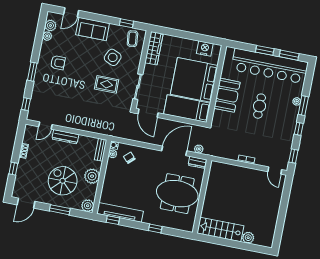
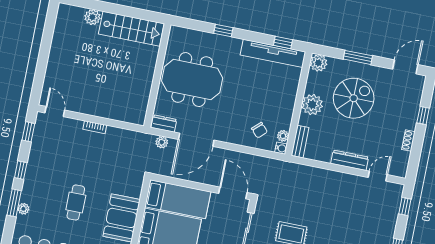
spiral stairs: (63, 181) -> (354, 98), turned -90

